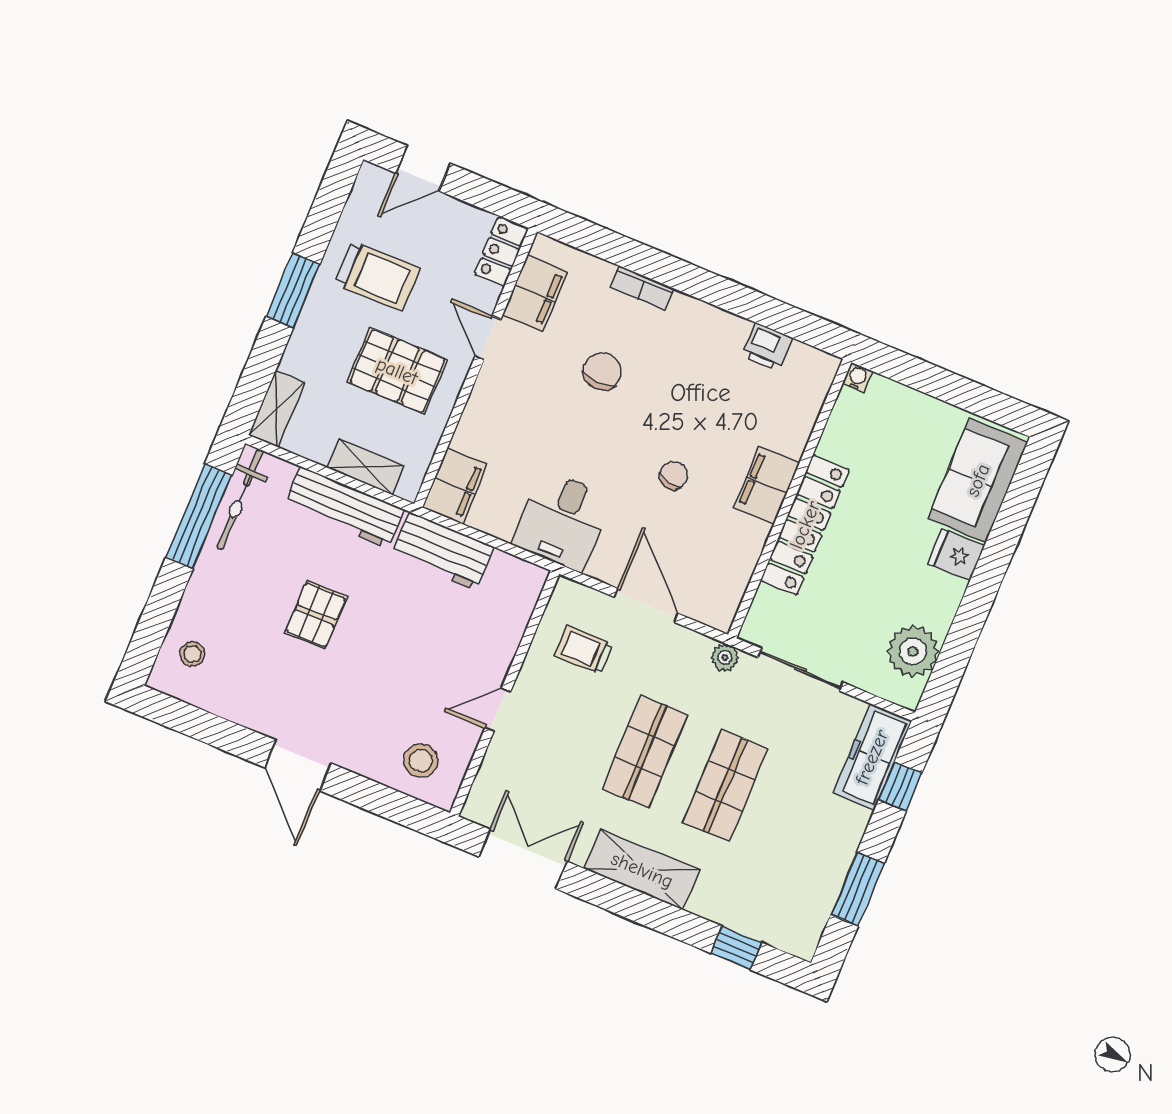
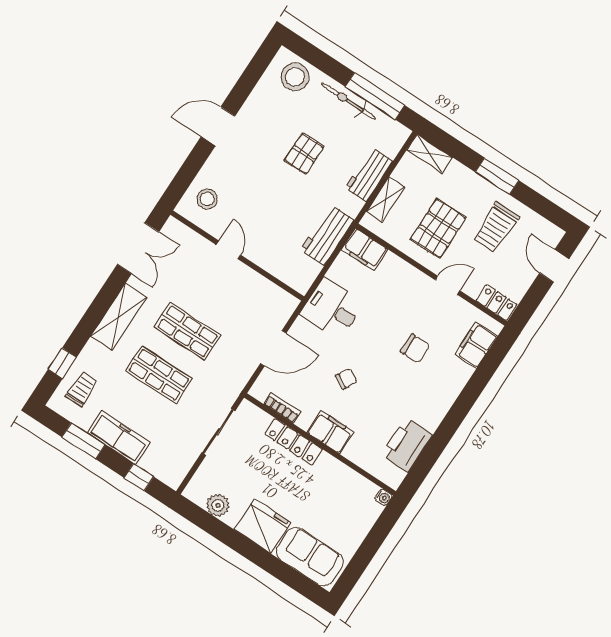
bookcase: (642, 288) -> (282, 408), moved, turned 90
filing cabinet: (535, 293) -> (476, 345), moved, turned 90
printer: (767, 347) -> (407, 445), width x1.87, depth x1.48
chair: (674, 475) -> (346, 379), turned -75
bicycle: (240, 499) -> (349, 101), moved
workbench: (344, 507) -> (369, 175), width x0.73
locker: (805, 525) -> (294, 442), width x0.71, depth x0.83
fridge: (956, 555) -> (263, 526), width x1.88, depth x1.34
pallet: (316, 615) -> (304, 154), turned 90
trolley: (584, 650) -> (82, 389), moved
plant: (913, 651) -> (218, 505), width x0.73, depth x0.73
stool: (192, 654) -> (295, 77), width x1.89, depth x1.89
plant: (725, 657) -> (234, 389), removed
freezer: (872, 757) -> (119, 438), moved

